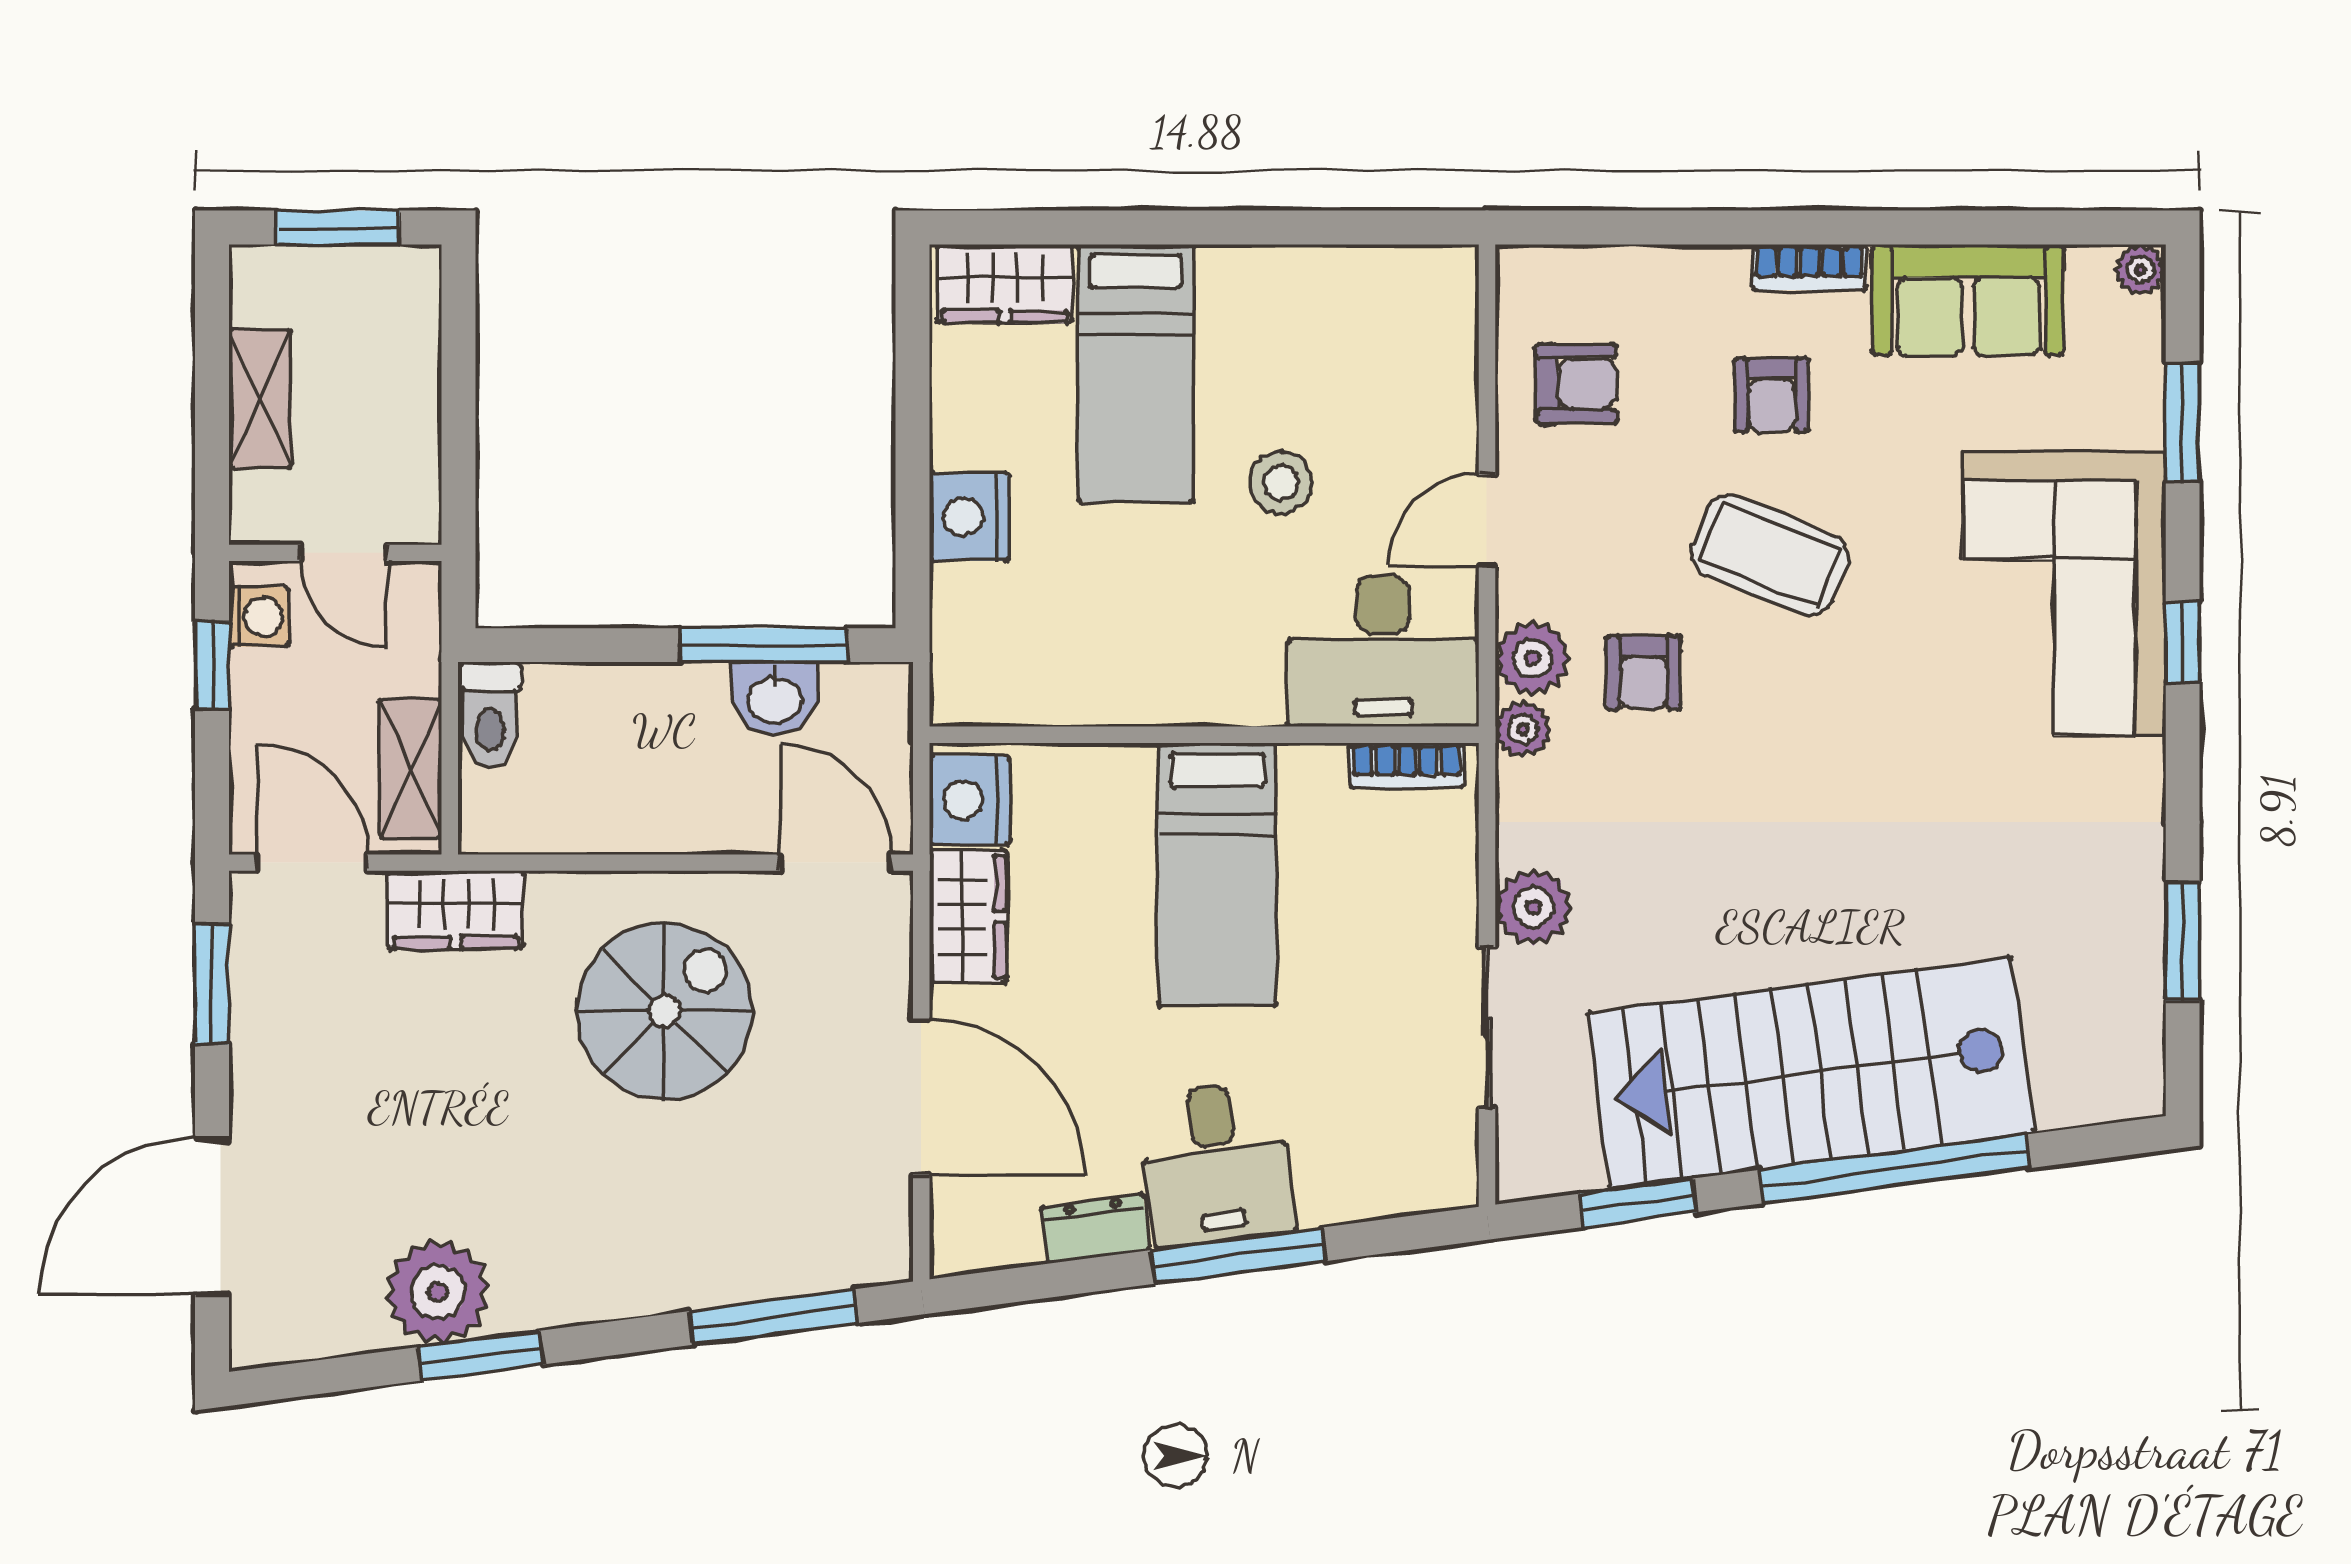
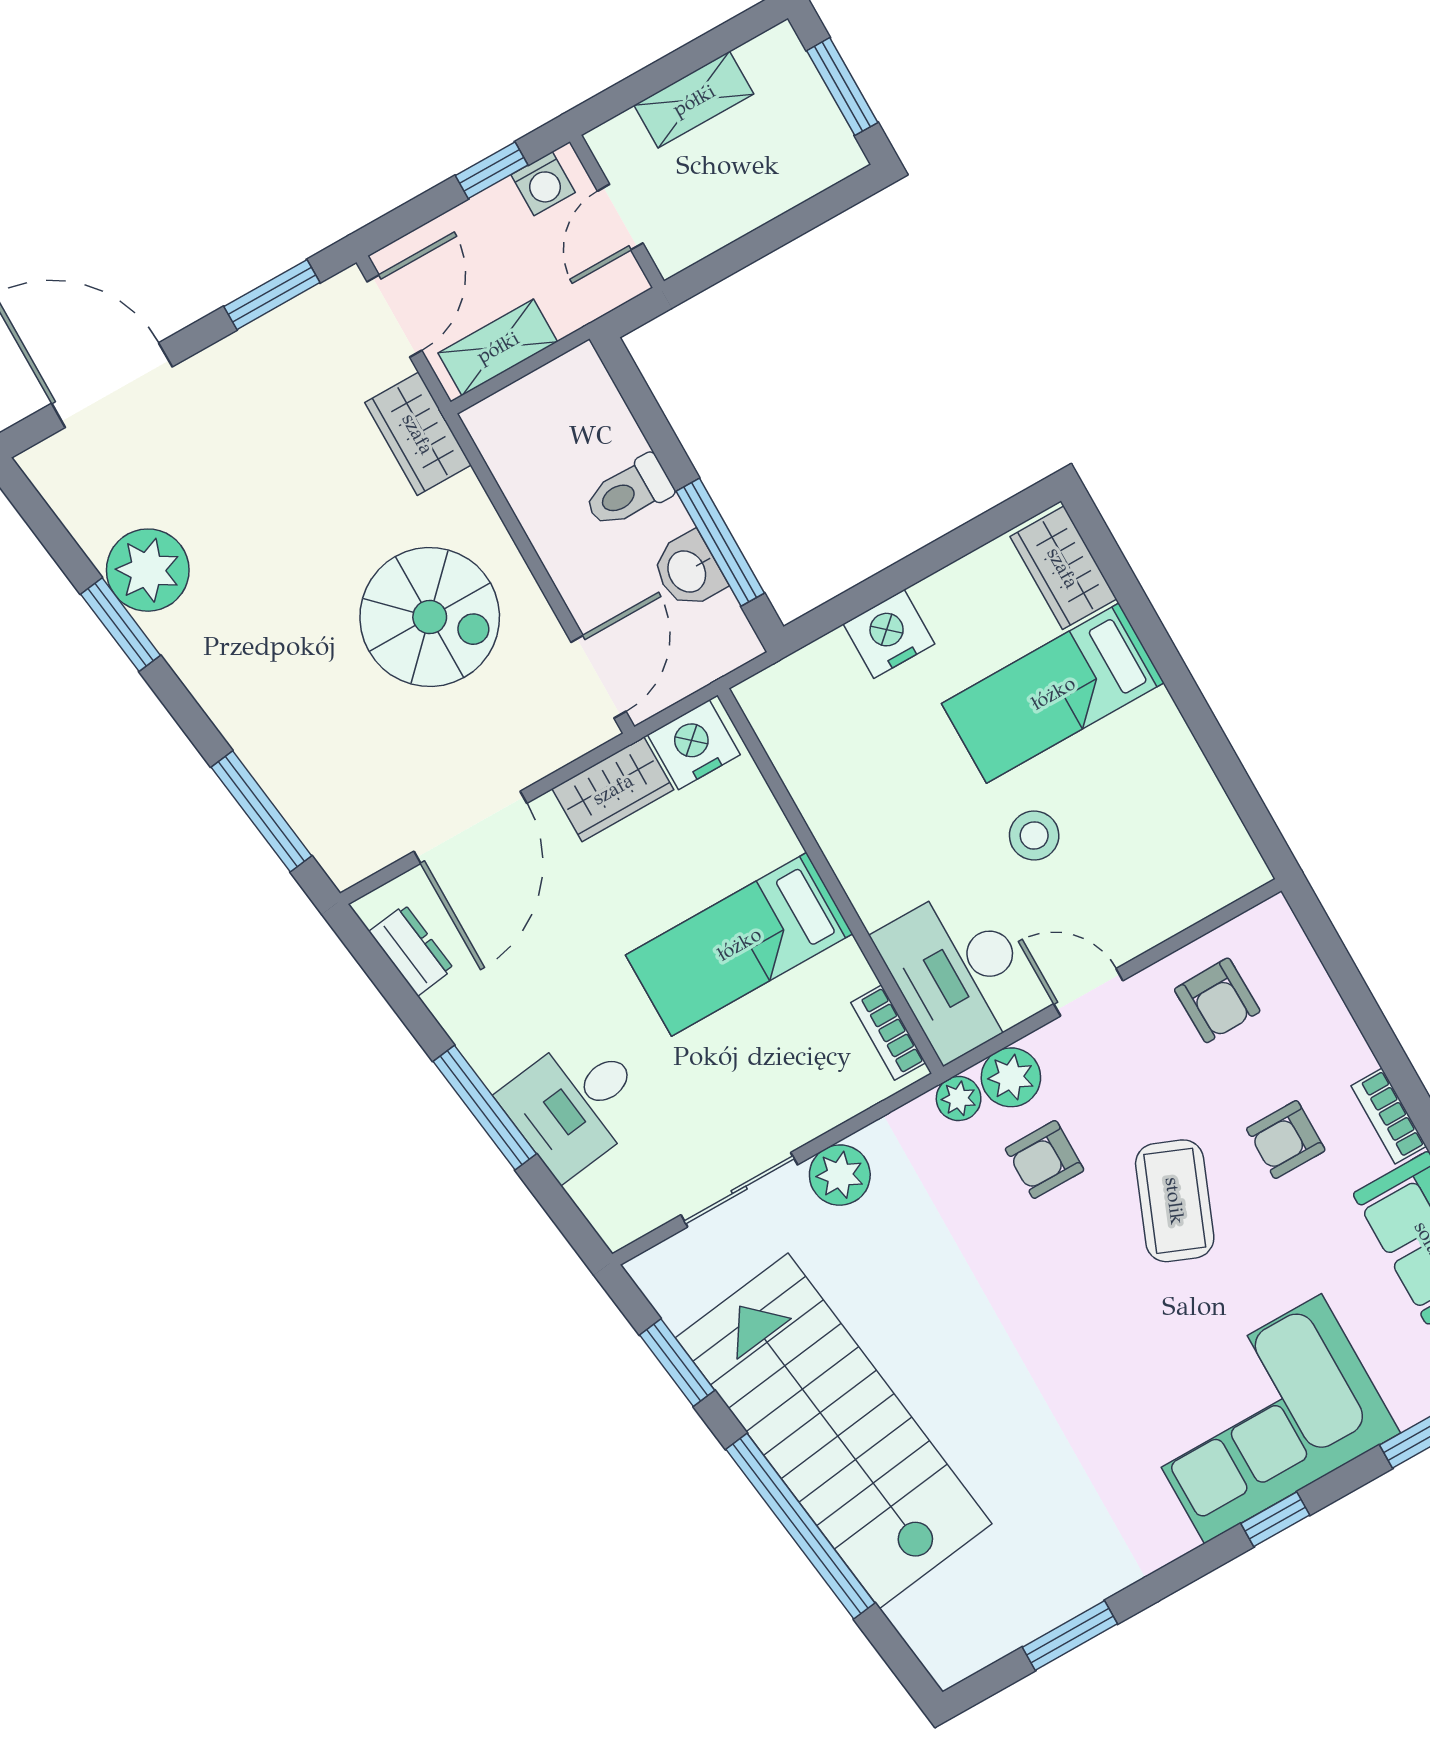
toilet: (490, 715) -> (628, 492), moved
desk: (1217, 1164) -> (575, 1104), moved
dresser: (1096, 1228) -> (411, 950), moved

